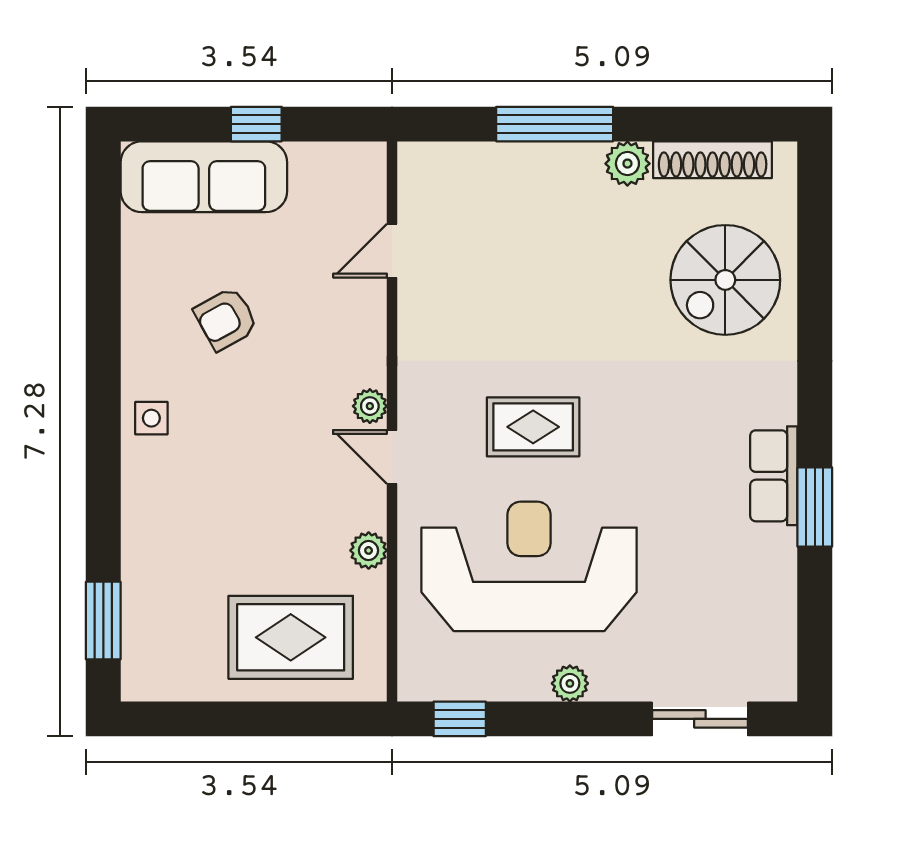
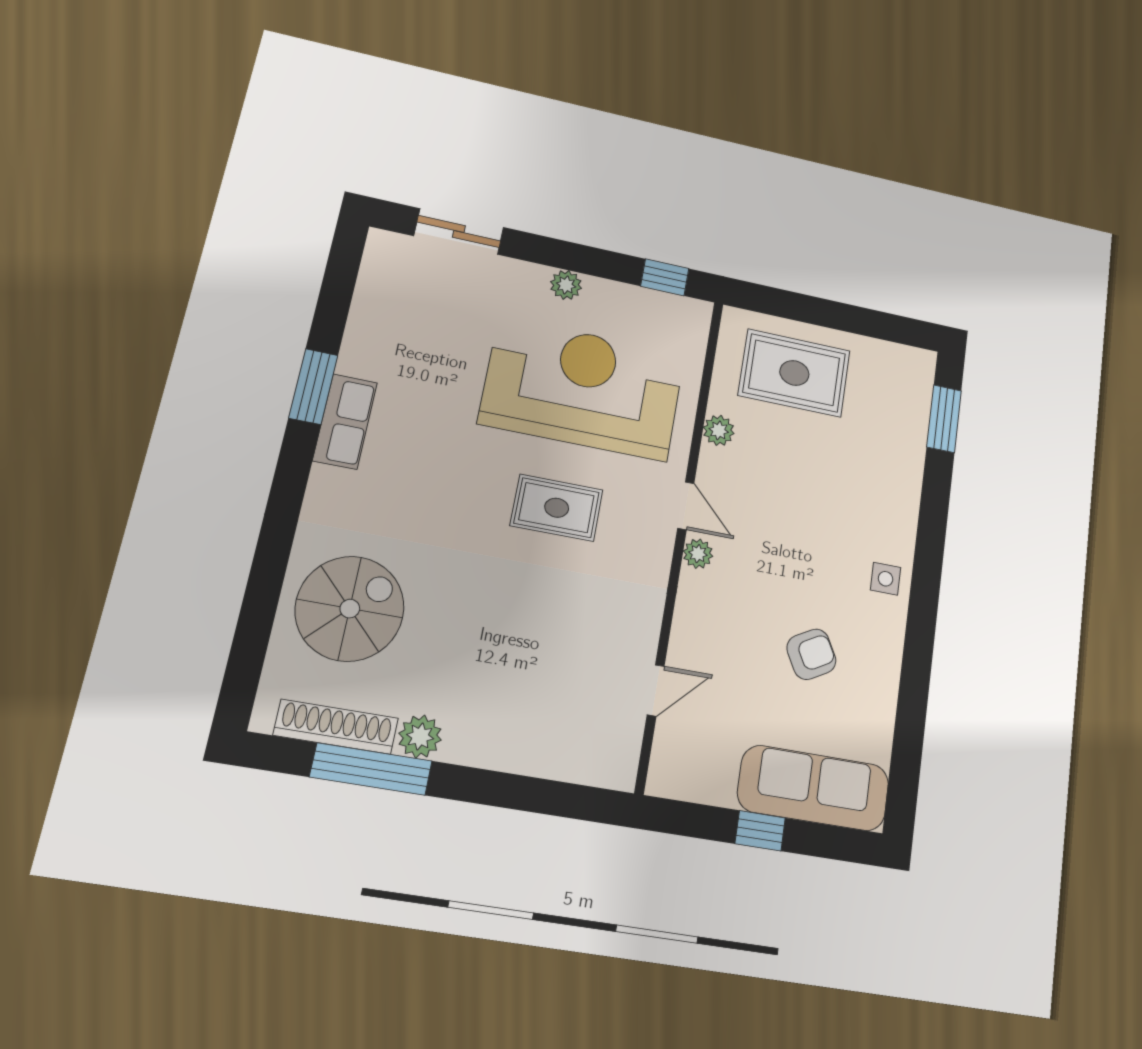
window: (555, 124) -> (371, 769), moved
reception desk: (529, 566) -> (583, 389), turned 180

